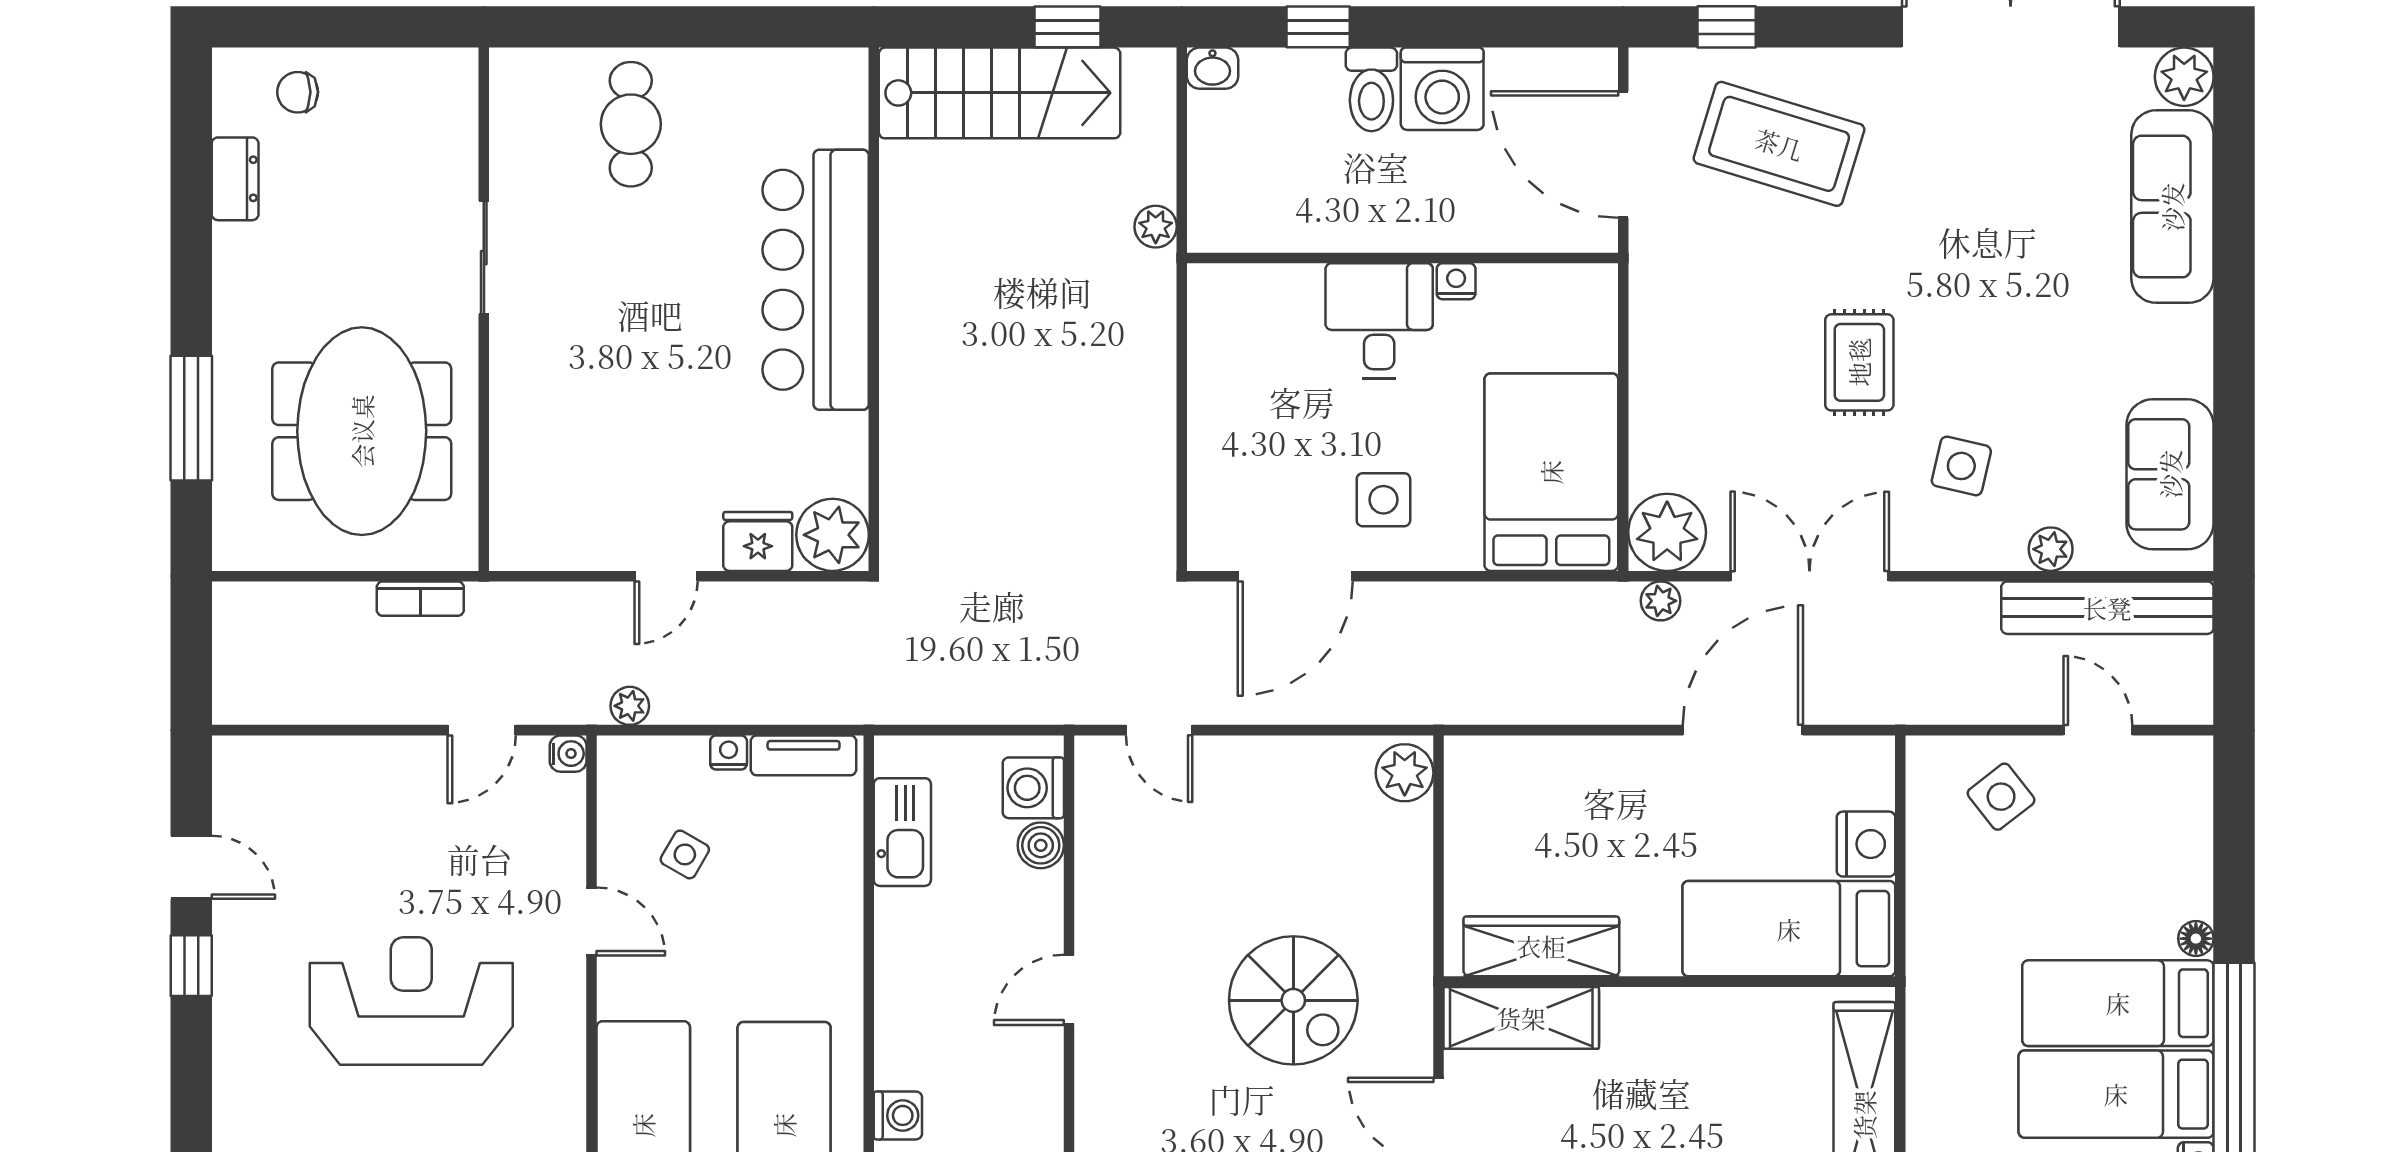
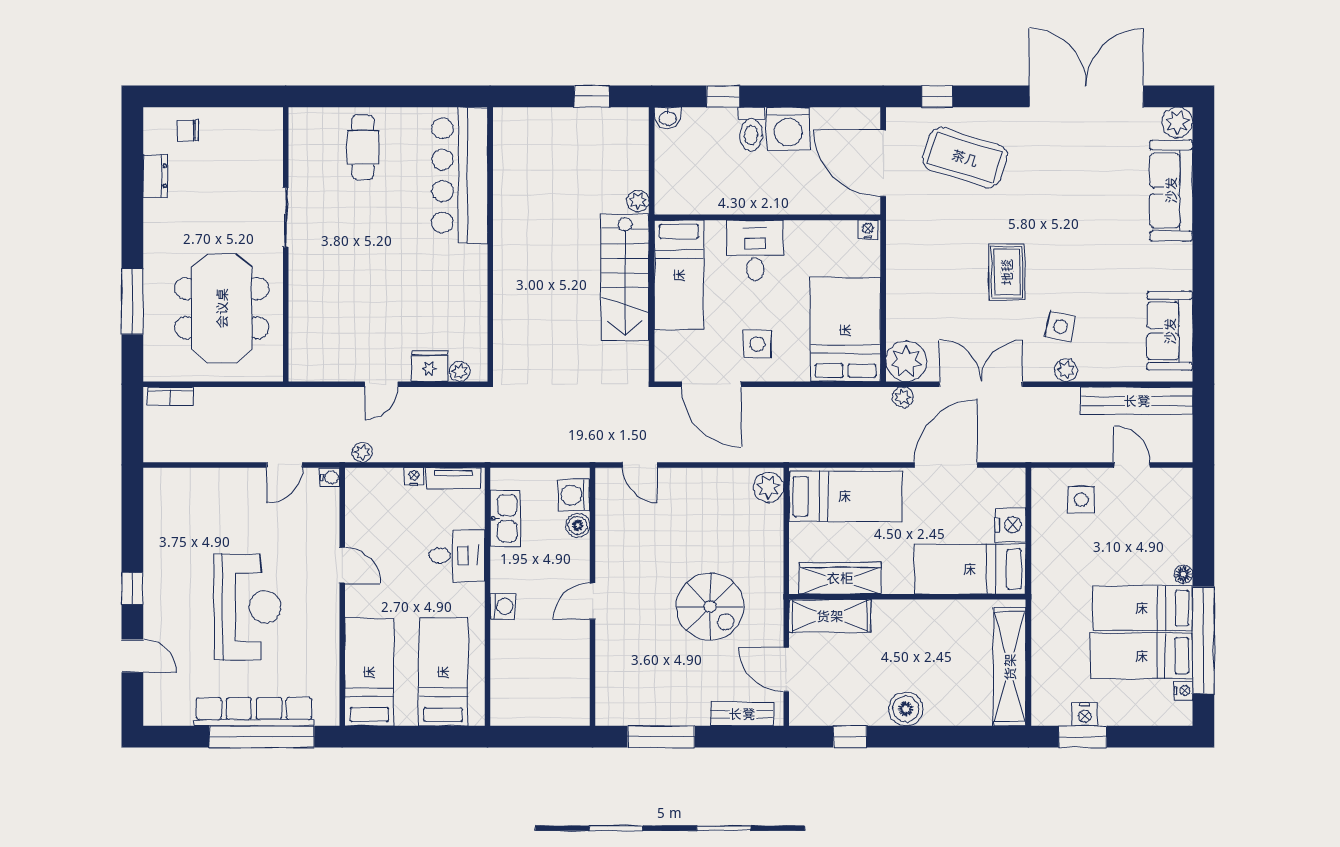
stairs: (1000, 93) -> (625, 277), moved, turned 90
bar counter: (816, 280) -> (460, 175), moved
nightstand: (1456, 281) -> (868, 230), moved
bed: (1234, 367) -> (679, 275), added
plant: (833, 535) -> (460, 371), width x0.53, depth x0.53
plant: (2051, 549) -> (1066, 370), moved
door: (1295, 576) -> (711, 384), hinge flipped
bookcase: (420, 599) -> (170, 396), moved
bed: (1551, 790) -> (845, 496), added
side table: (2001, 797) -> (1081, 500), turned 38
side table: (685, 854) -> (391, 530), removed
door: (191, 867) -> (132, 656), moved
desk: (810, 903) -> (457, 556), added
reception desk: (411, 1001) -> (248, 607), turned 90
washing machine: (898, 1115) -> (503, 606), moved

